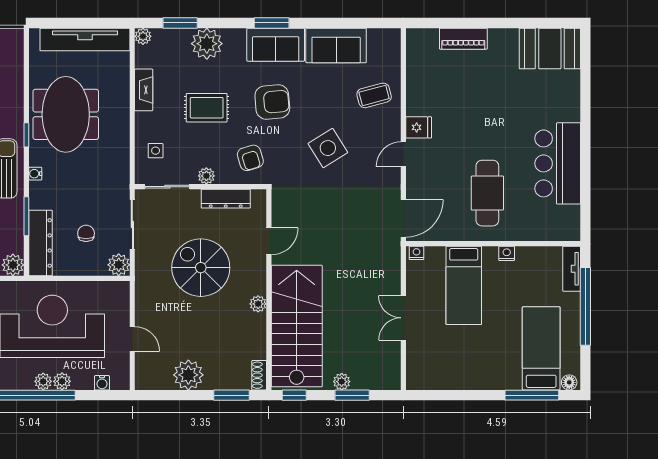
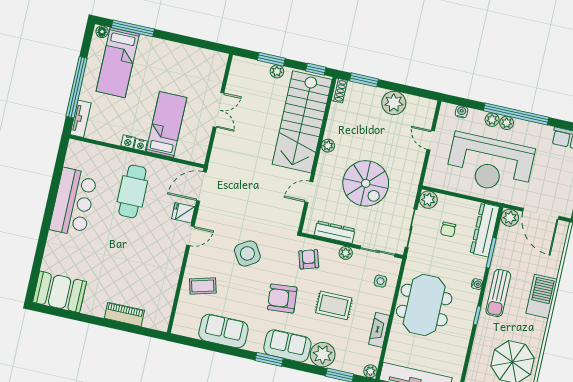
sofa: (276, 45) -> (287, 346), moved
meeting table: (66, 114) -> (424, 305), moved
fridge: (419, 127) -> (183, 213), moved
nightstand: (416, 253) -> (141, 145), moved

